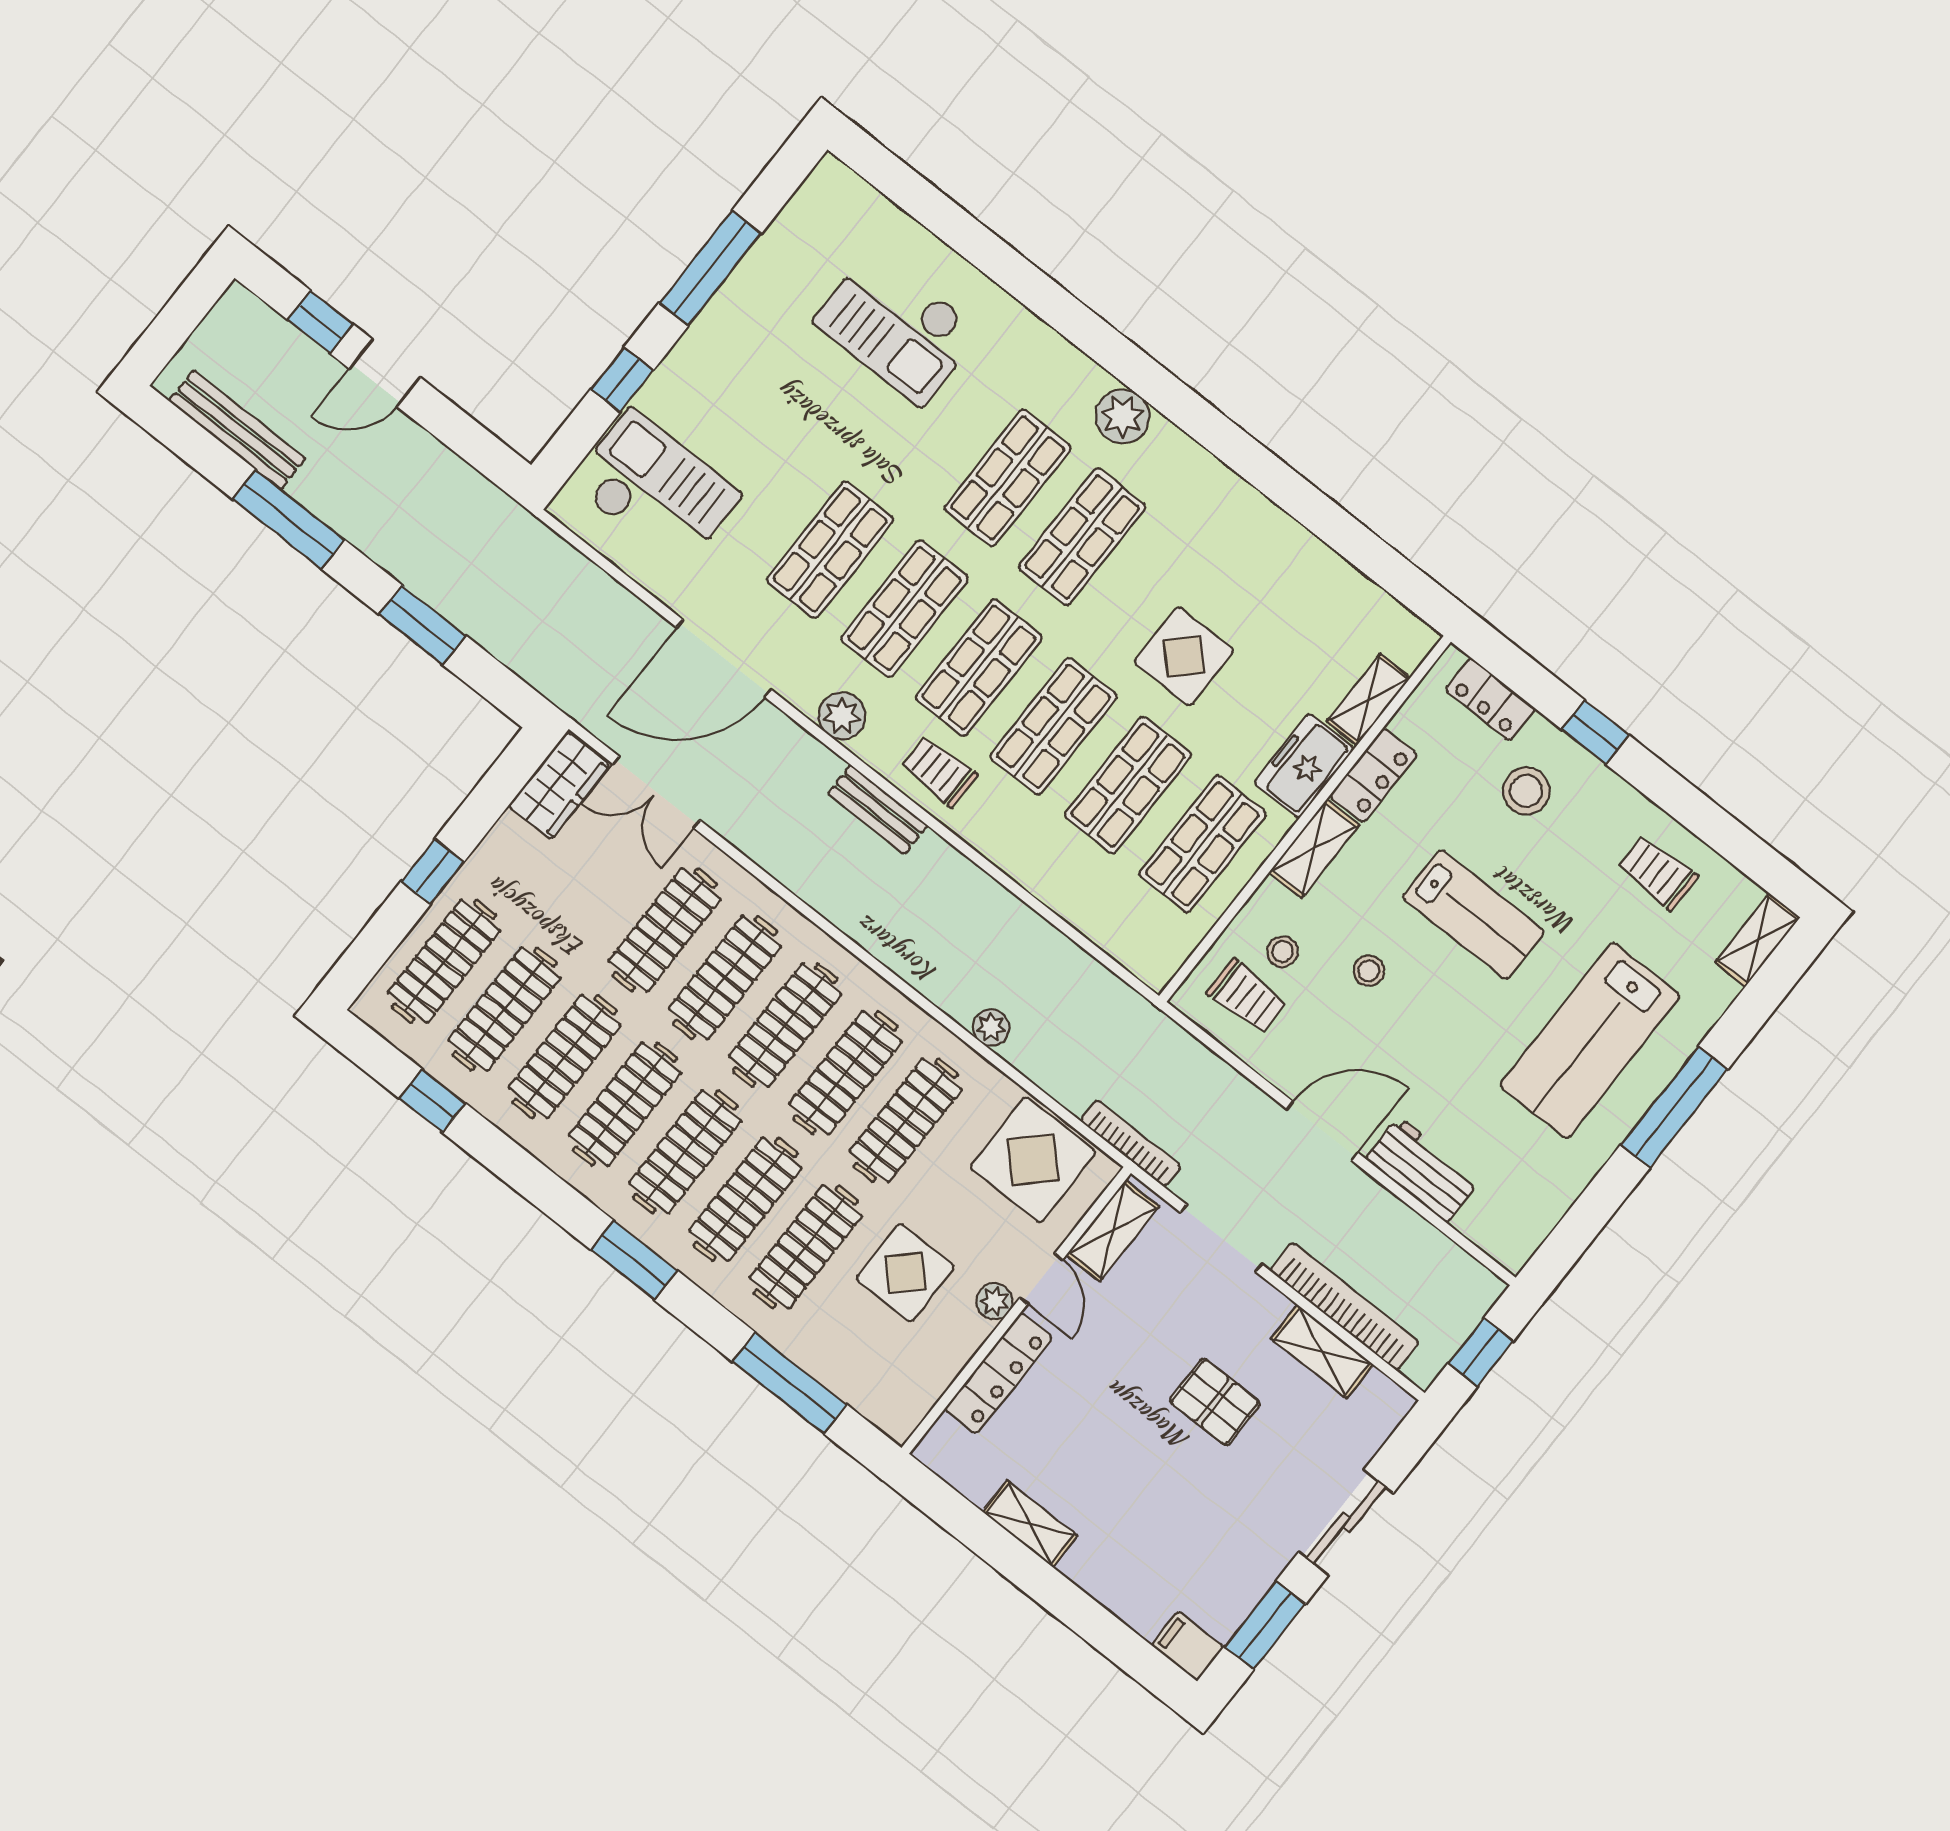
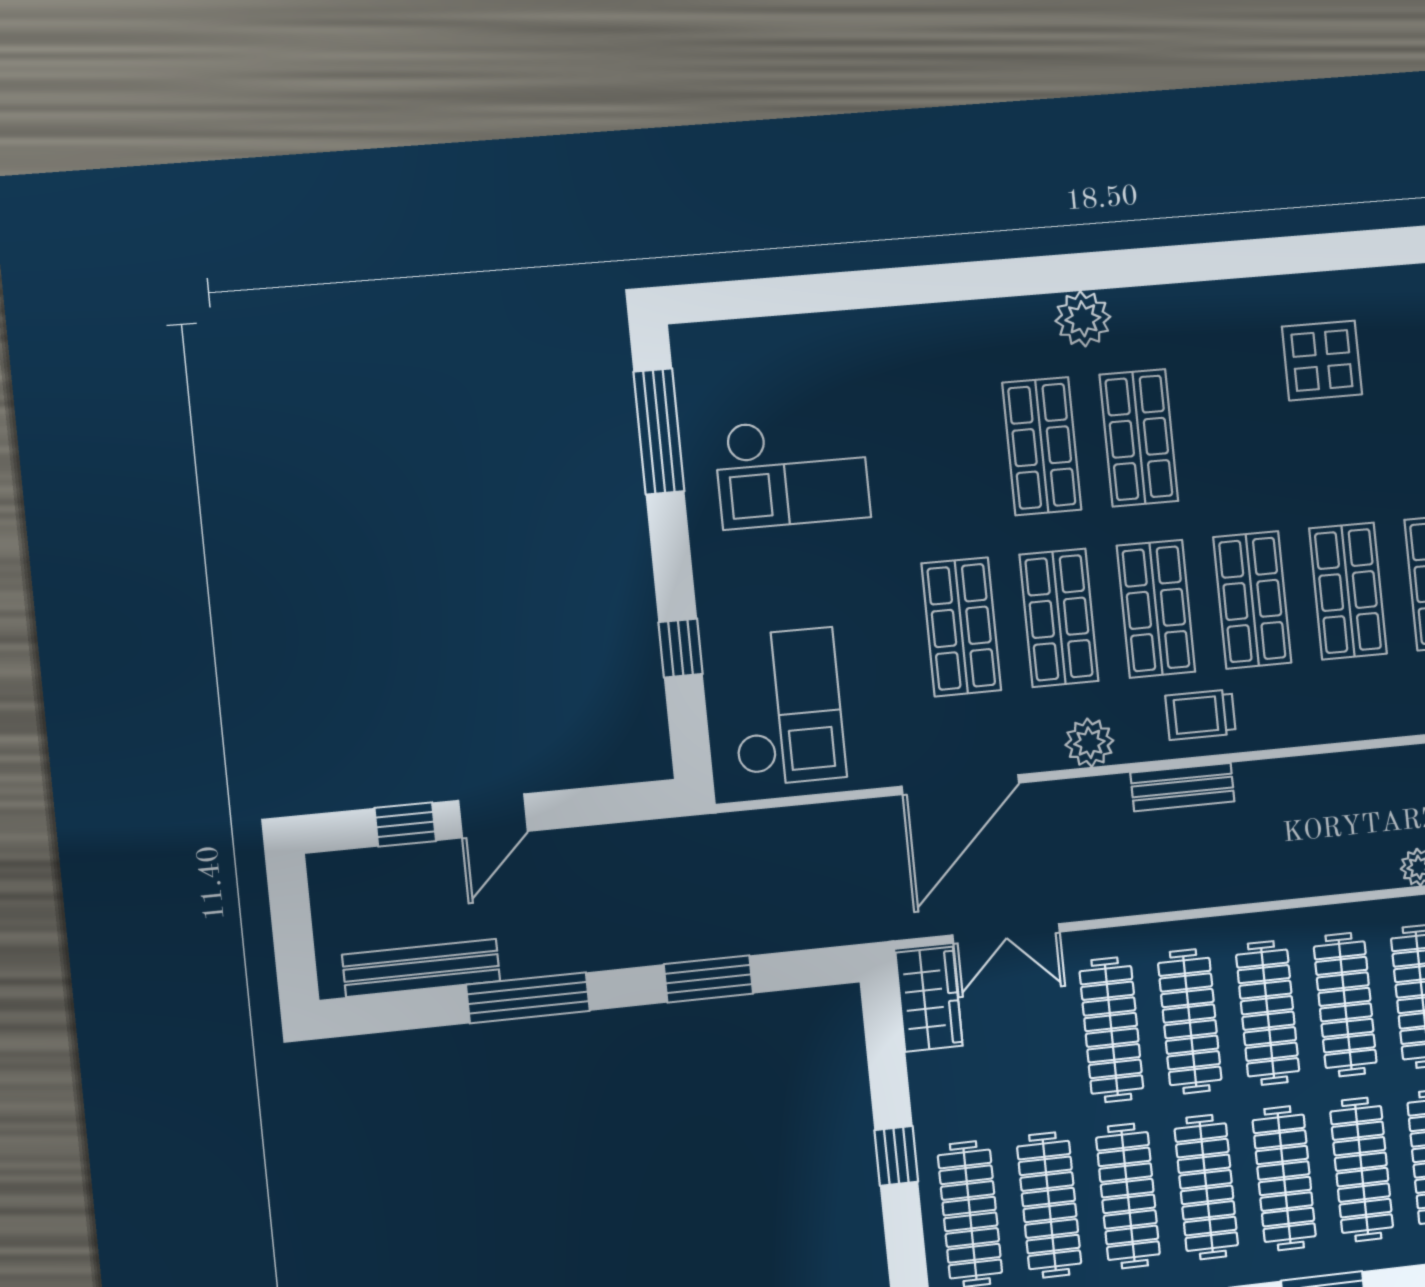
window: (710, 268) -> (659, 431), moved
checkout: (897, 327) -> (792, 472), moved
checkout: (656, 490) -> (787, 707), turned 90
display table: (1184, 656) -> (1322, 361), moved

